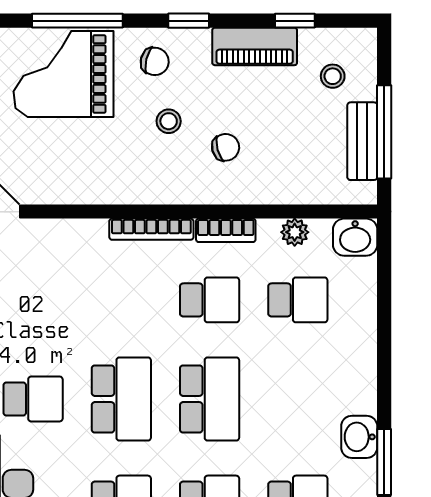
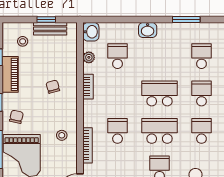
stool: (169, 121) -> (62, 135), moved
window: (384, 132) -> (46, 19), width x0.46
bookcase: (151, 229) -> (88, 145), moved
school desk: (210, 300) -> (117, 131), moved
washbasin: (359, 437) -> (148, 30), moved

